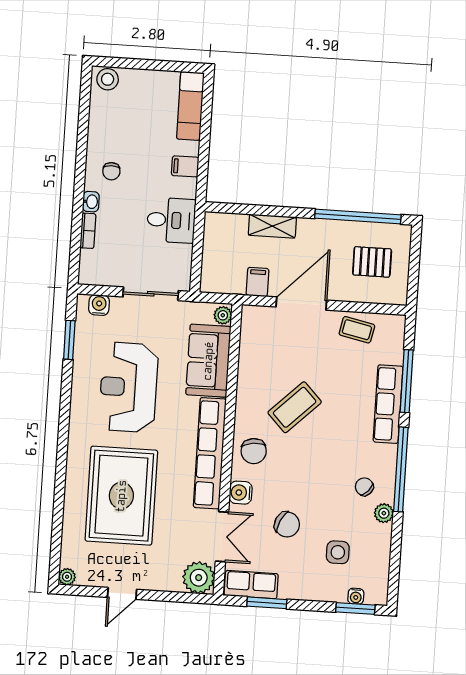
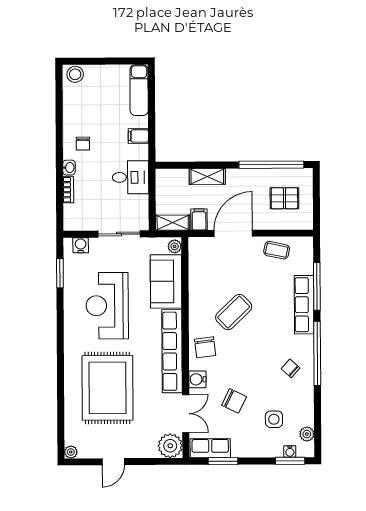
shelving: (222, 284) -> (173, 223), added
plant: (384, 513) -> (307, 434), moved

